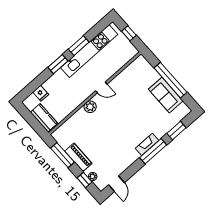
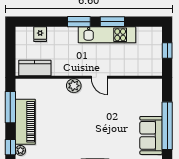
kitchen unit: (89, 51) -> (107, 35), width x0.73
kitchen counter: (44, 118) -> (35, 68), moved, turned -90
piano: (78, 157) -> (25, 122), width x1.37, depth x1.33

